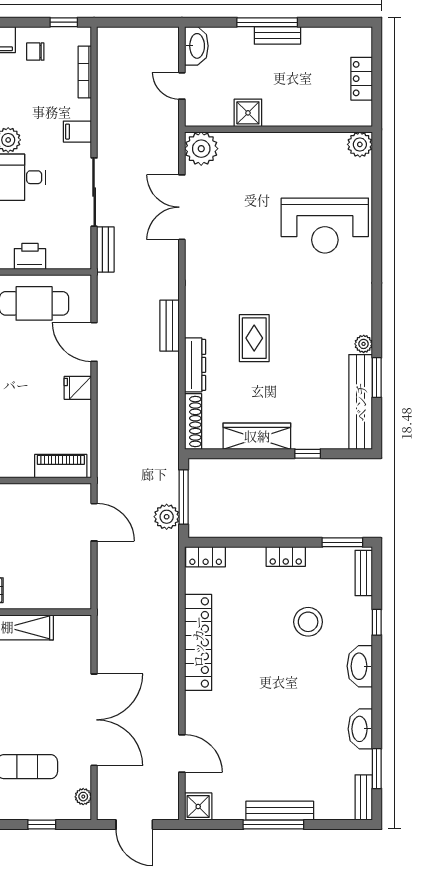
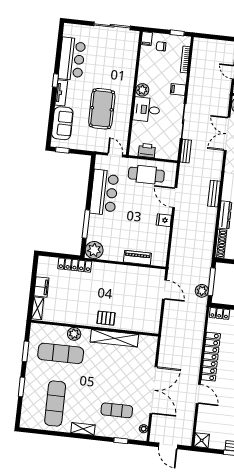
piano: (61, 466) -> (137, 258), moved
door: (182, 753) -> (198, 394), moved

